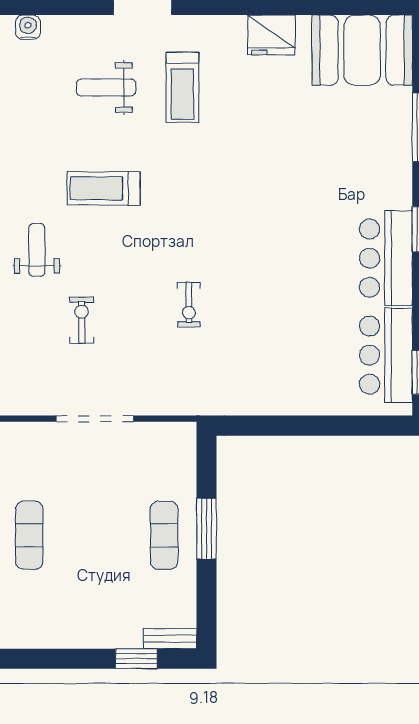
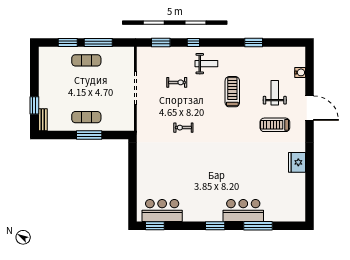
water cooler: (28, 27) -> (300, 72), moved
booth: (362, 50) -> (291, 200), removed
bar counter: (386, 258) -> (243, 210), moved

